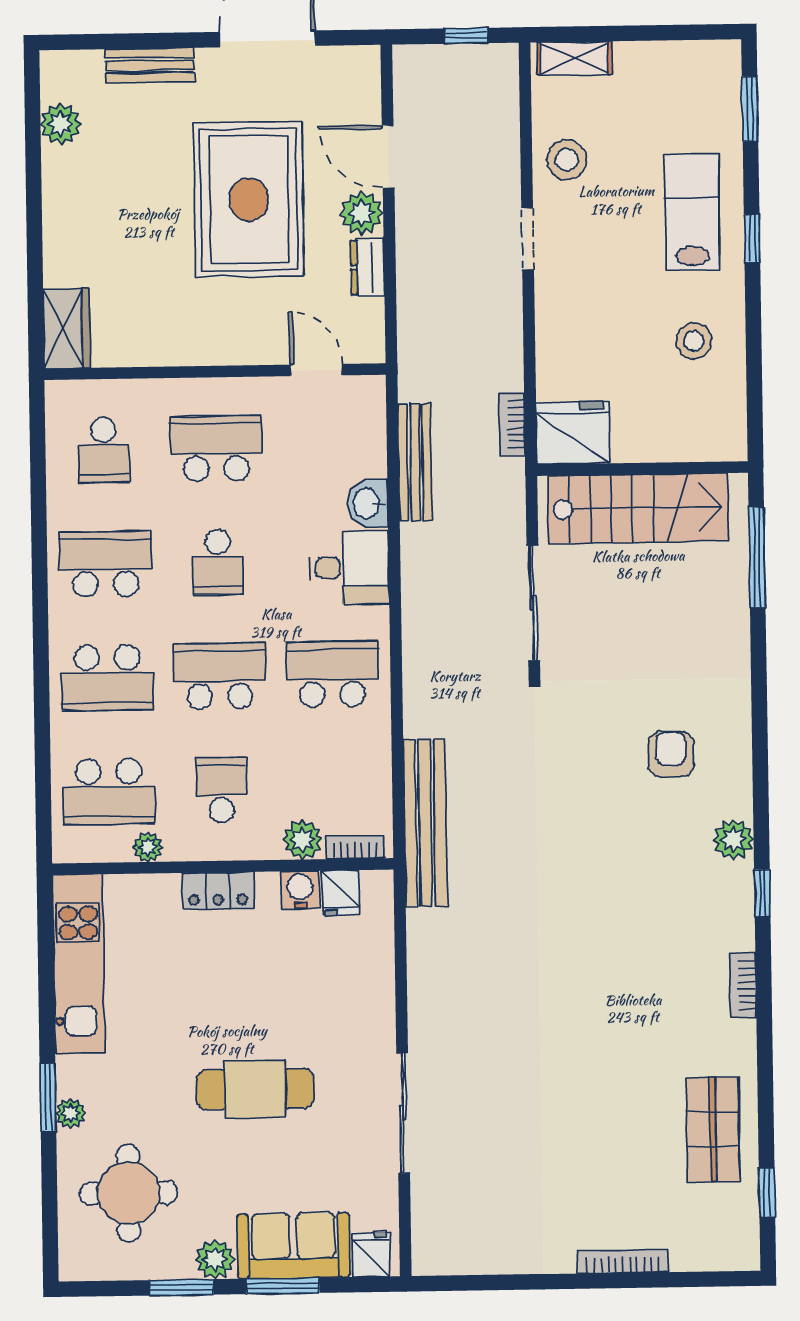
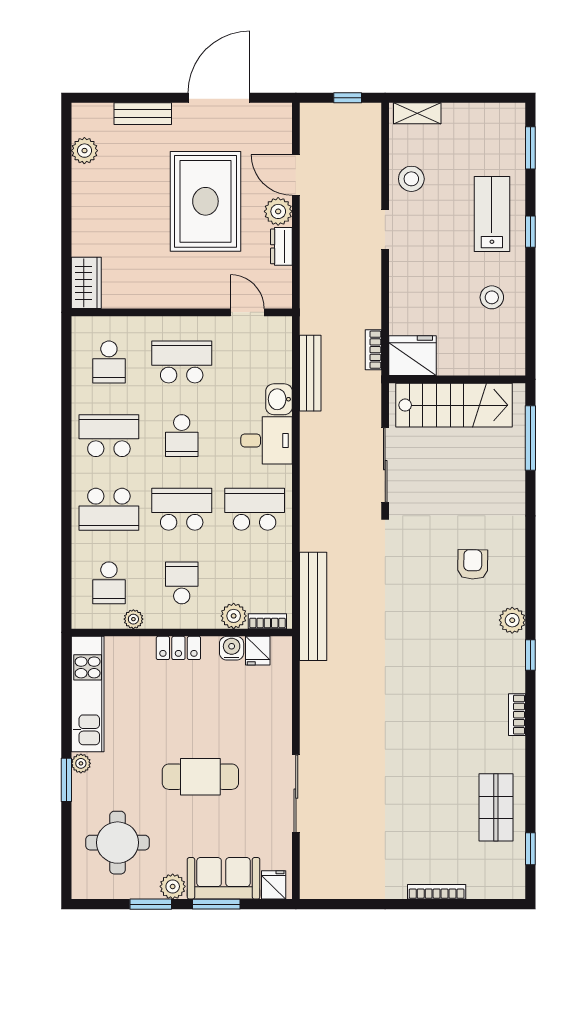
school desk: (109, 792) -> (109, 583), width x0.54
plant: (71, 1113) -> (81, 763), moved

